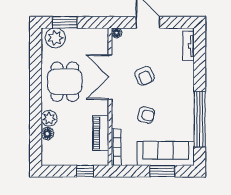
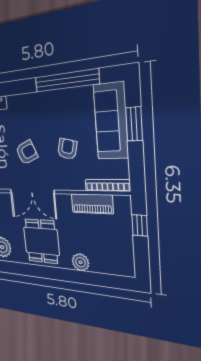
dining table: (65, 82) -> (41, 241), turned 90
floor lamp: (47, 134) -> (97, 266), removed

